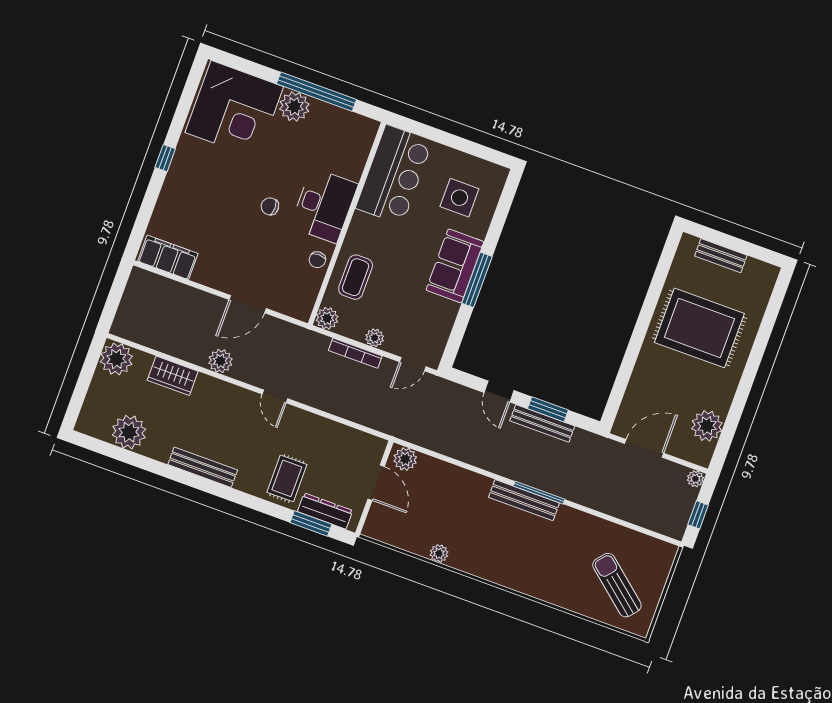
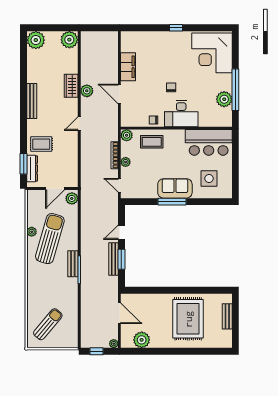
plant: (294, 107) -> (224, 99), moved
filing cabinet: (168, 257) -> (128, 67), moved
wardrobe: (173, 376) -> (71, 86), moved
plant: (129, 432) -> (36, 40), moved
bench: (524, 500) -> (73, 264), width x0.73
sun lounger: (463, 525) -> (50, 239), added

